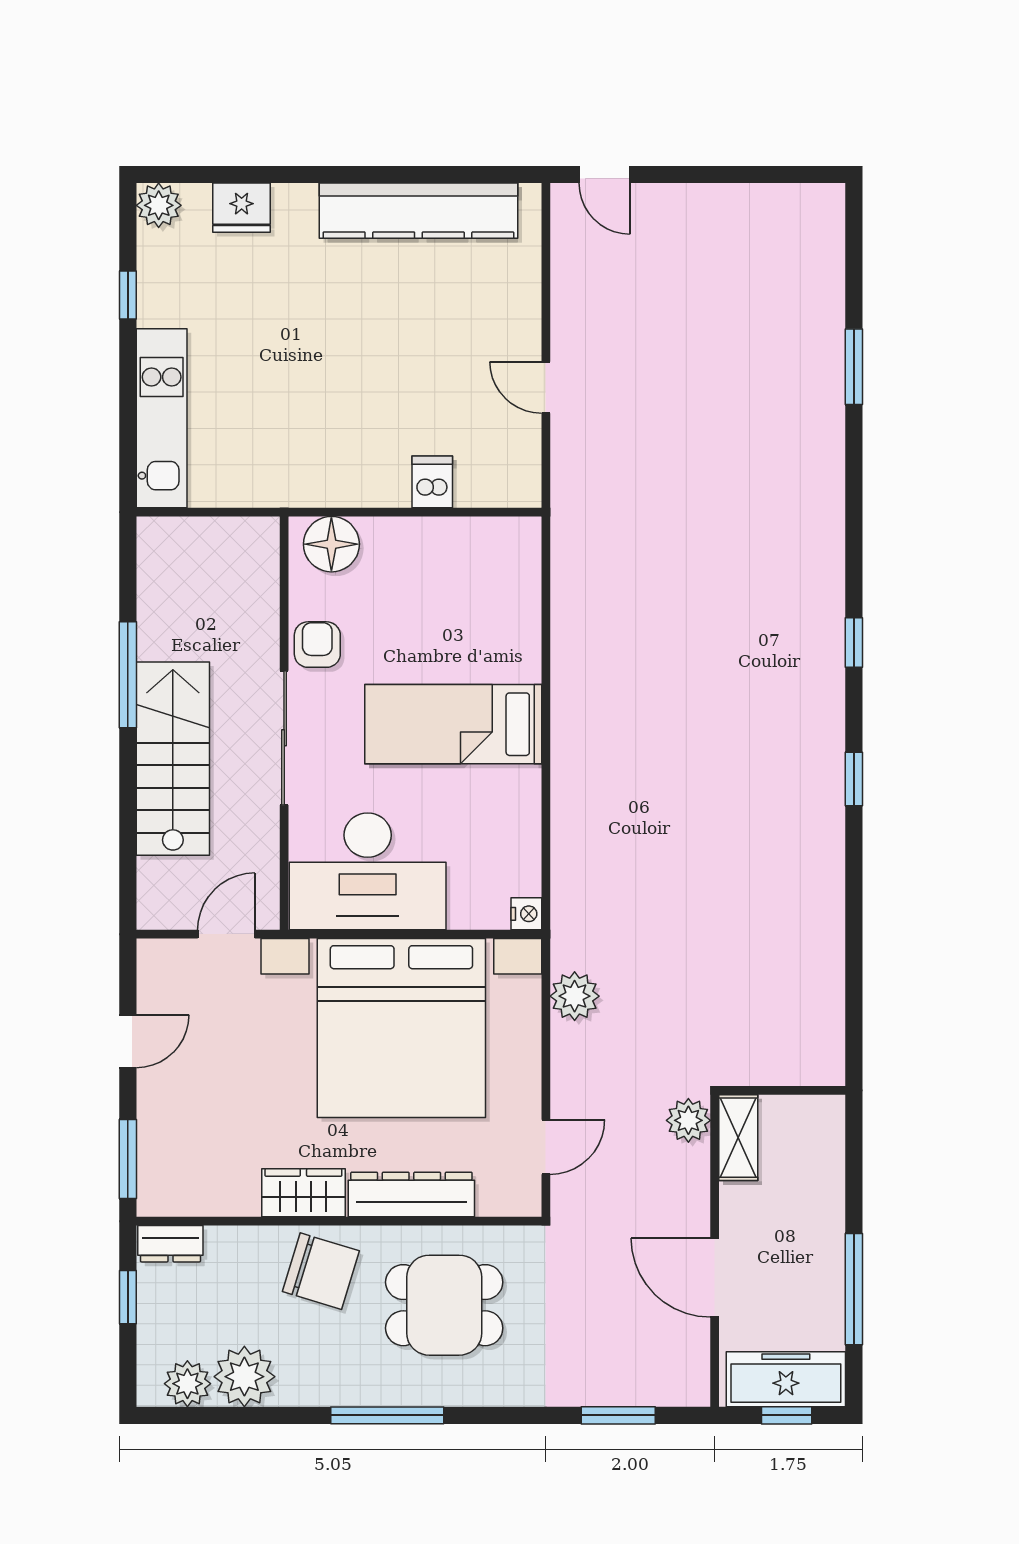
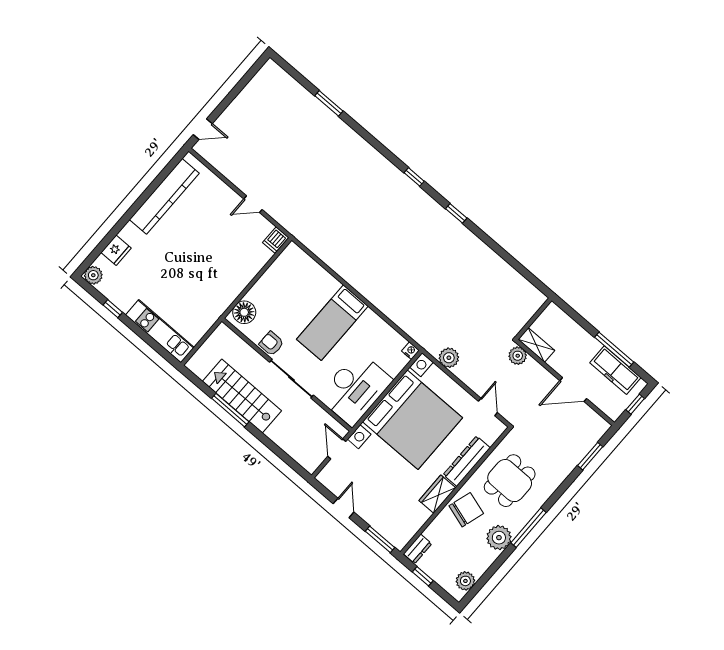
dishwasher: (432, 482) -> (276, 240), moved, turned -90
stairs: (173, 759) -> (242, 396), moved
plant: (244, 1377) -> (499, 538), moved
freezer: (786, 1379) -> (615, 370), moved, turned -90

